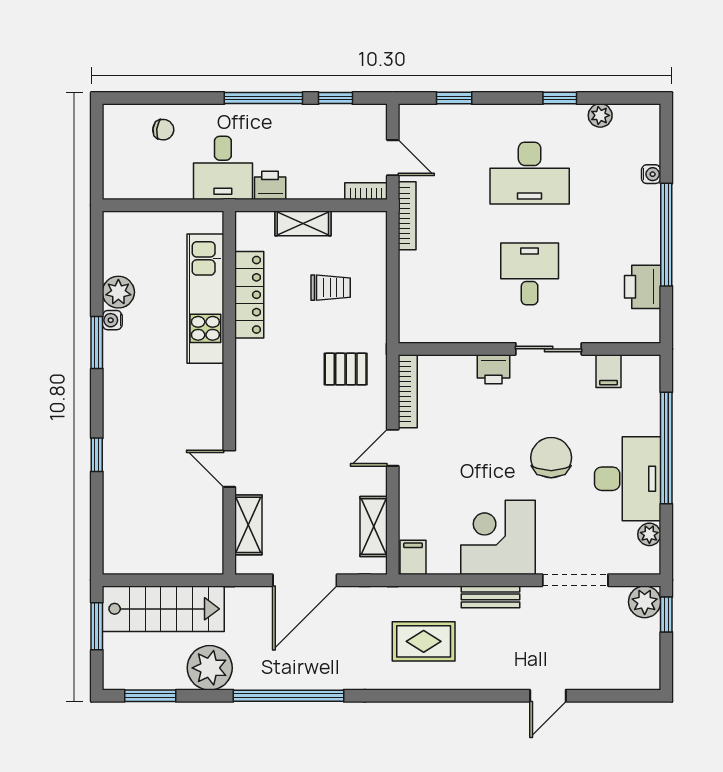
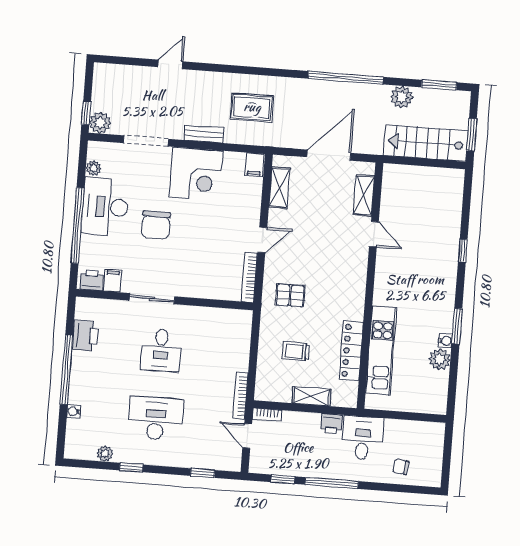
printer: (494, 369) -> (92, 280), moved
plant: (210, 668) -> (402, 97), width x0.73, depth x0.73

